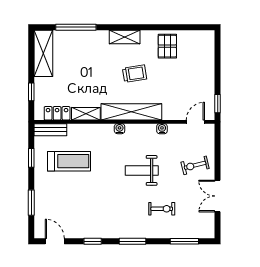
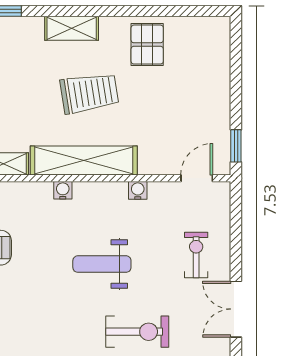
trolley: (135, 74) -> (89, 93), width x1.36, depth x1.39
exercise bike: (195, 165) -> (196, 255), turned 104
exercise bike: (162, 209) -> (137, 332), width x1.38, depth x1.39

